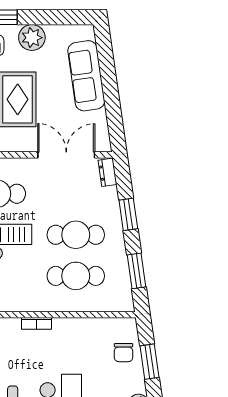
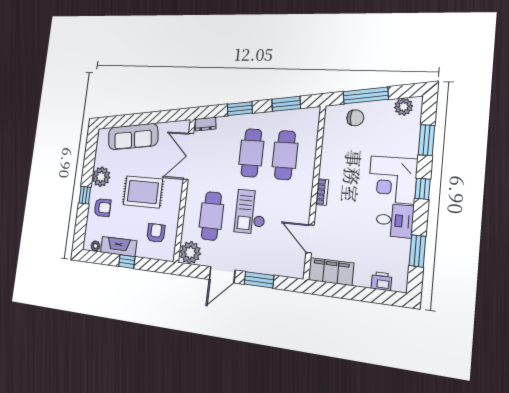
window: (150, 362) -> (366, 95), width x1.44

